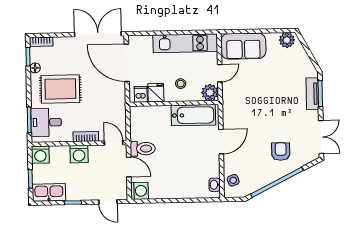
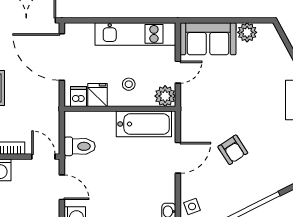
plant: (287, 40) -> (247, 32), moved
toilet: (143, 149) -> (80, 146), moved
armchair: (281, 152) -> (233, 150), moved, turned 147

